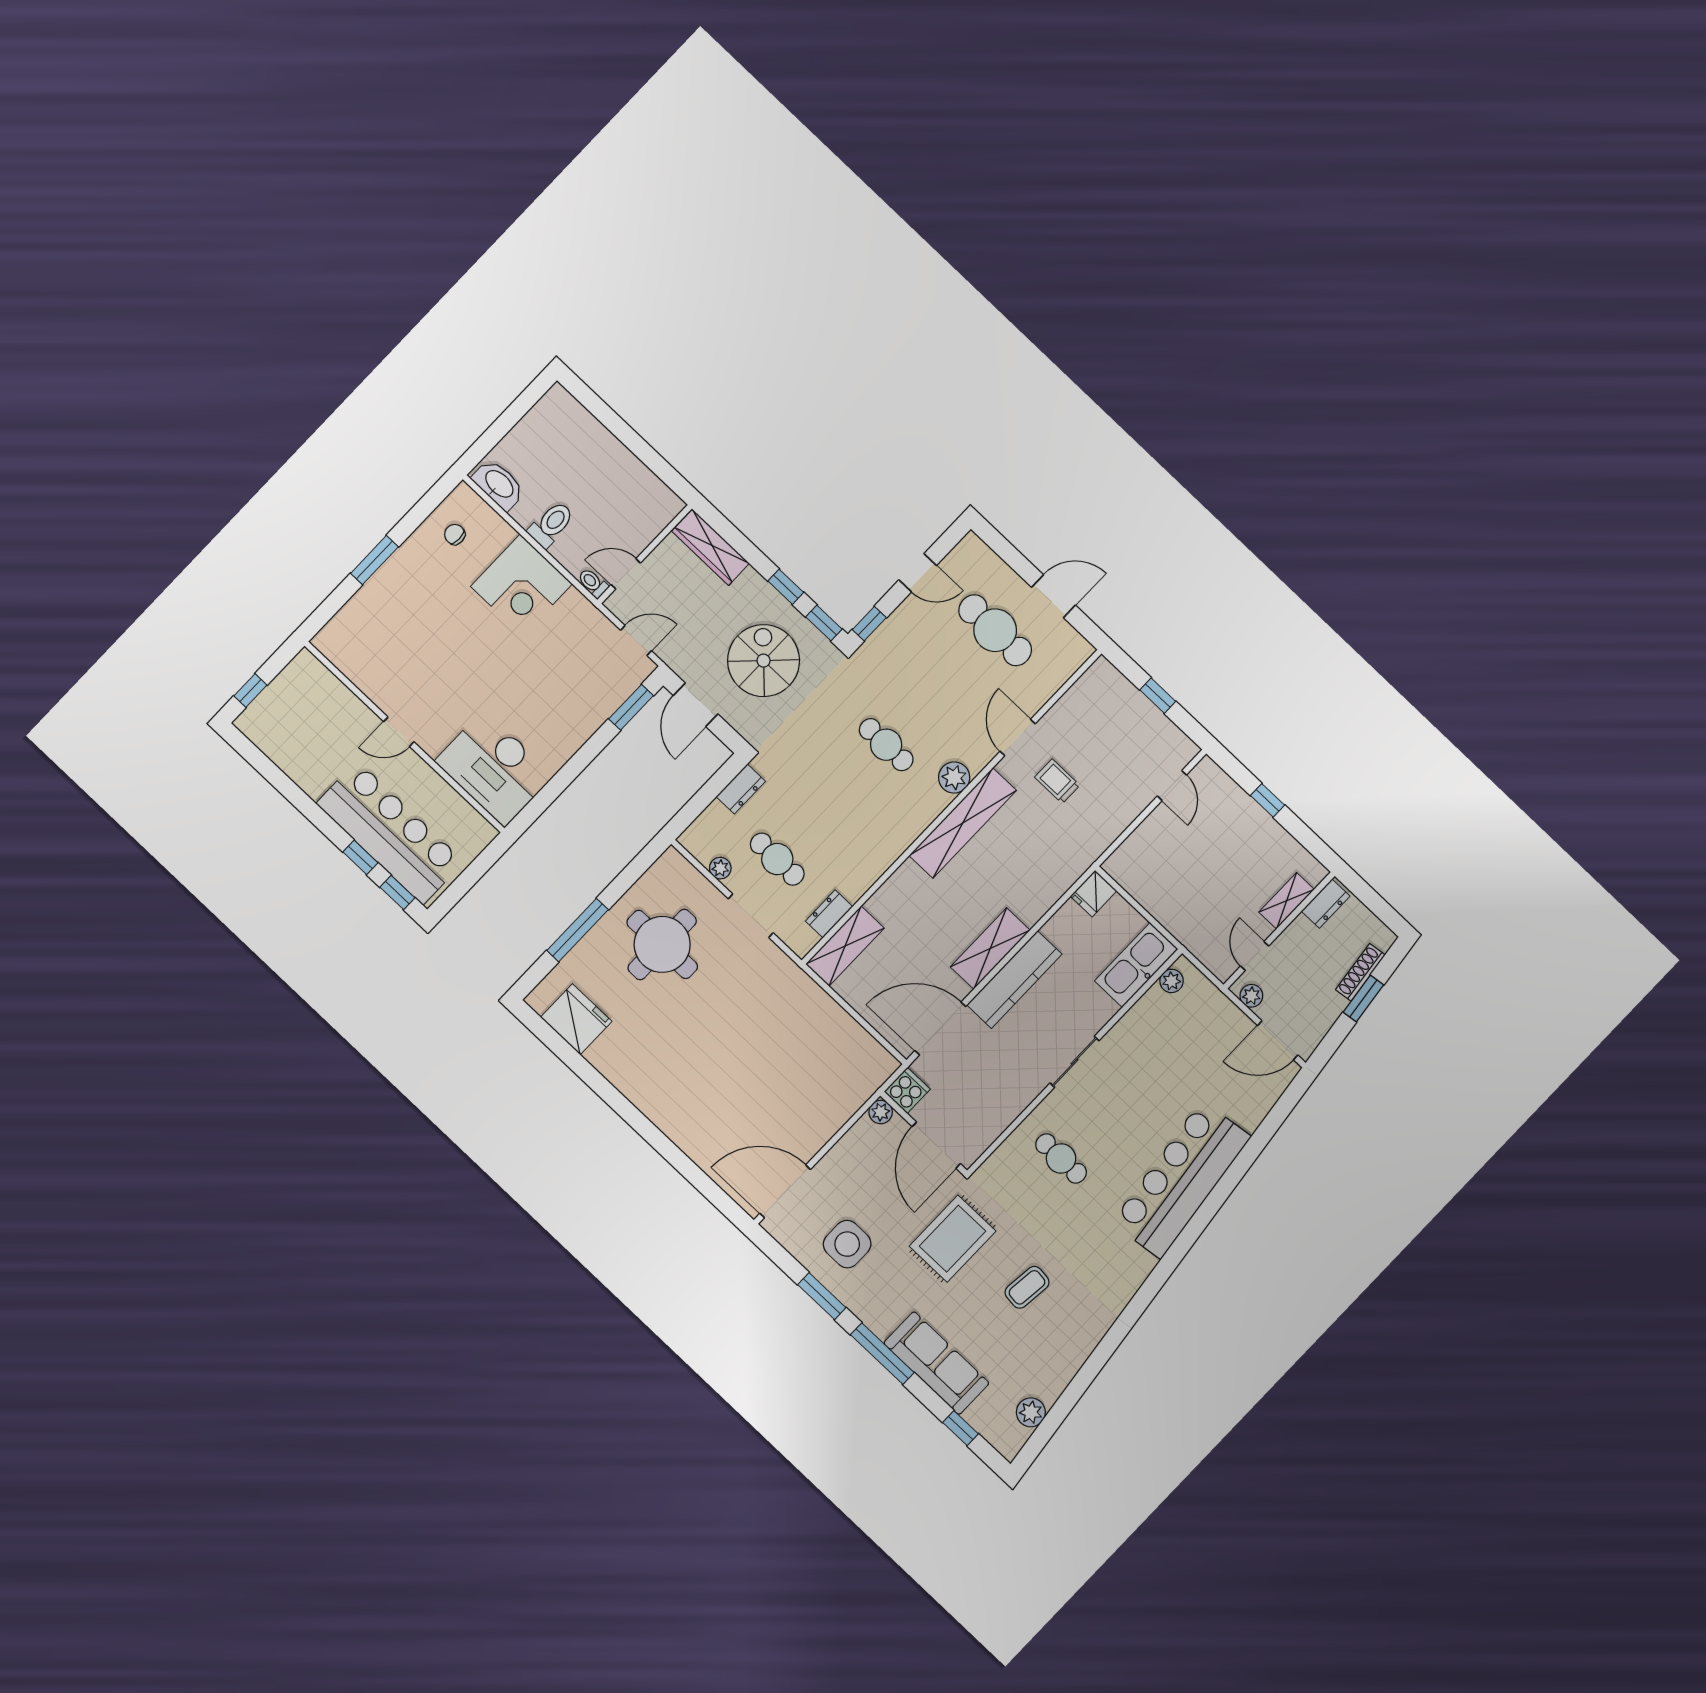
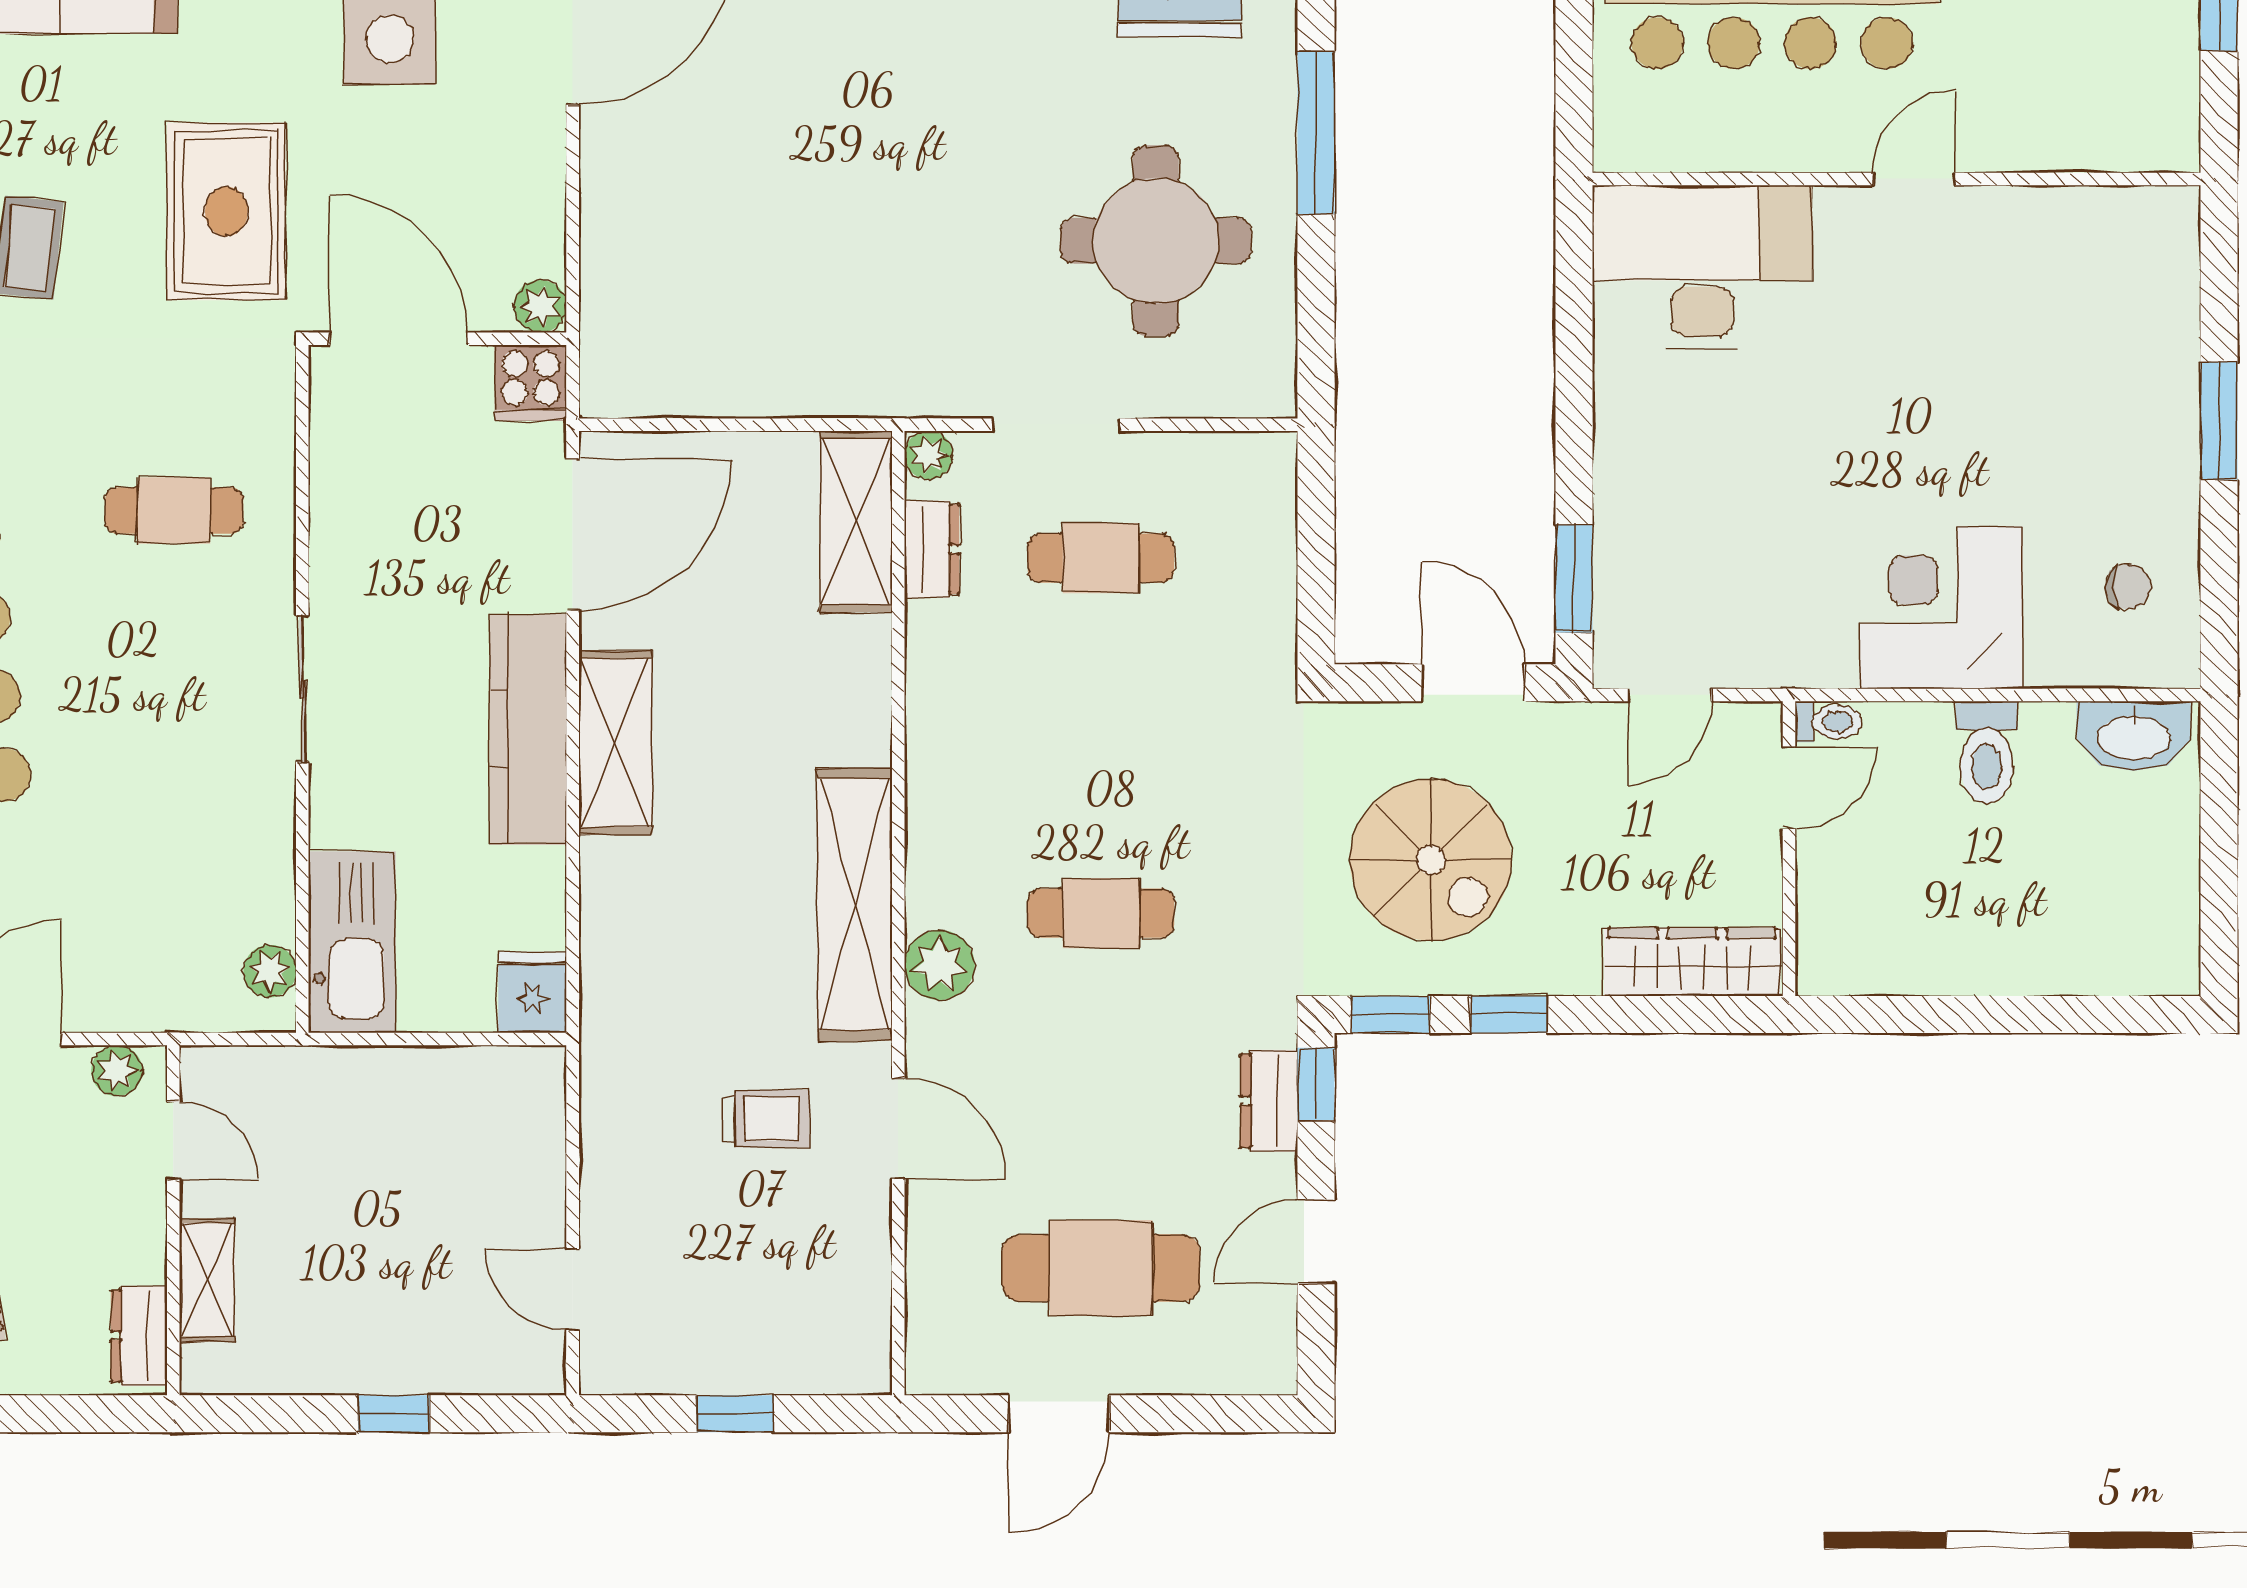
dresser: (741, 789) -> (1269, 1101), moved
plant: (720, 868) -> (929, 455), moved

